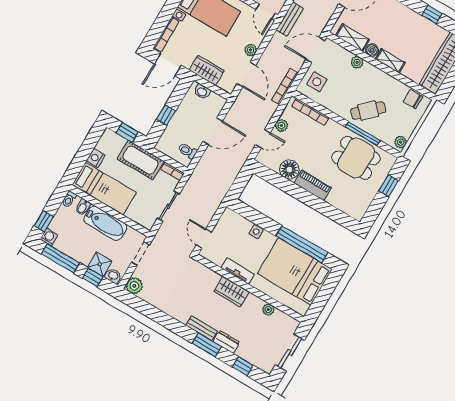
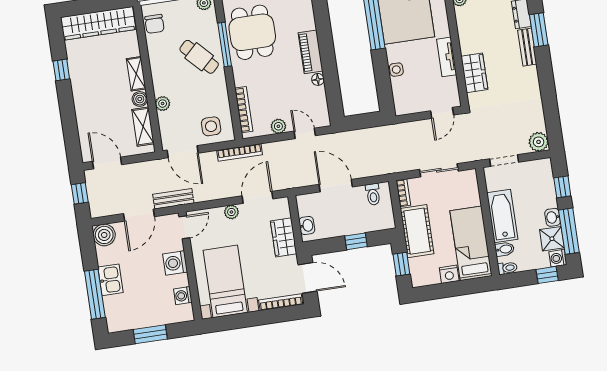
floor lamp: (289, 169) -> (318, 79), width x0.53, depth x0.53
shower: (100, 264) -> (552, 239), moved
washbasin: (113, 276) -> (553, 217), moved
wardrobe: (232, 292) -> (474, 73), moved

